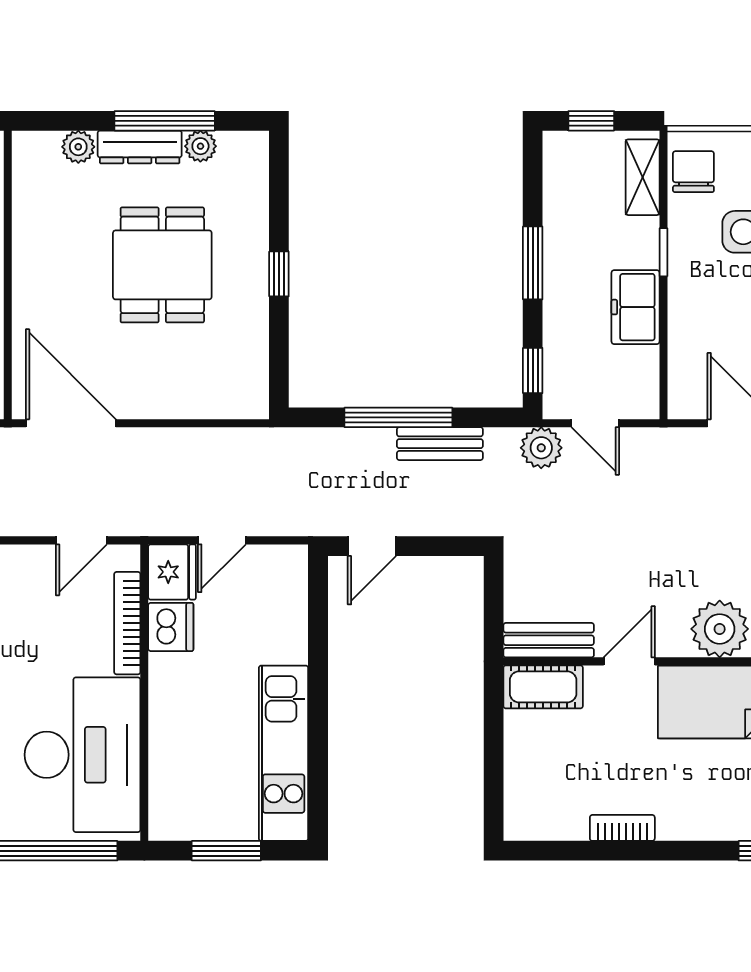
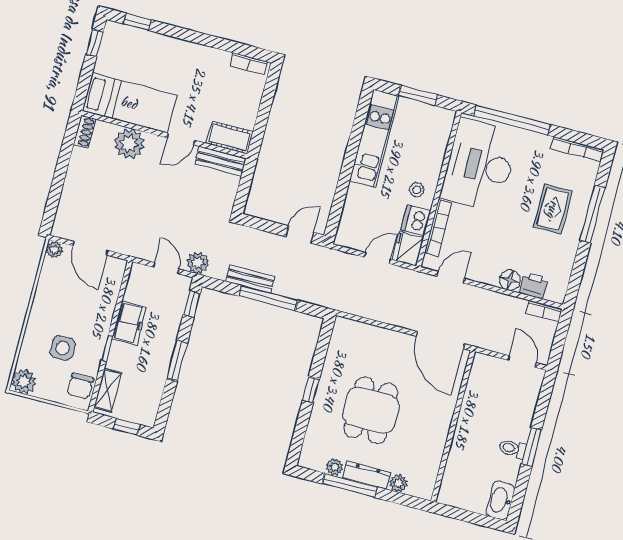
stool: (183, 681) -> (417, 190), added
bookcase: (622, 828) -> (249, 64), moved

